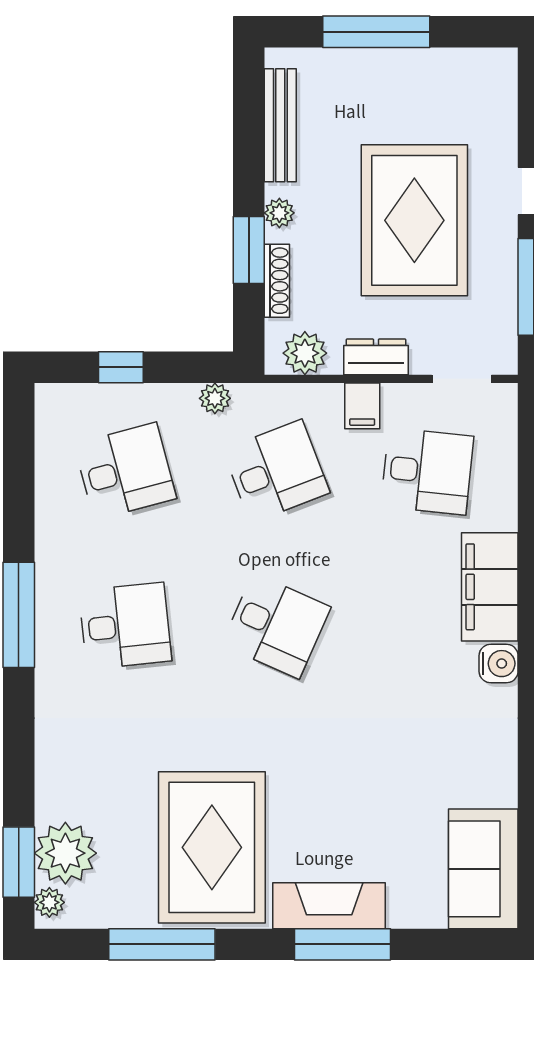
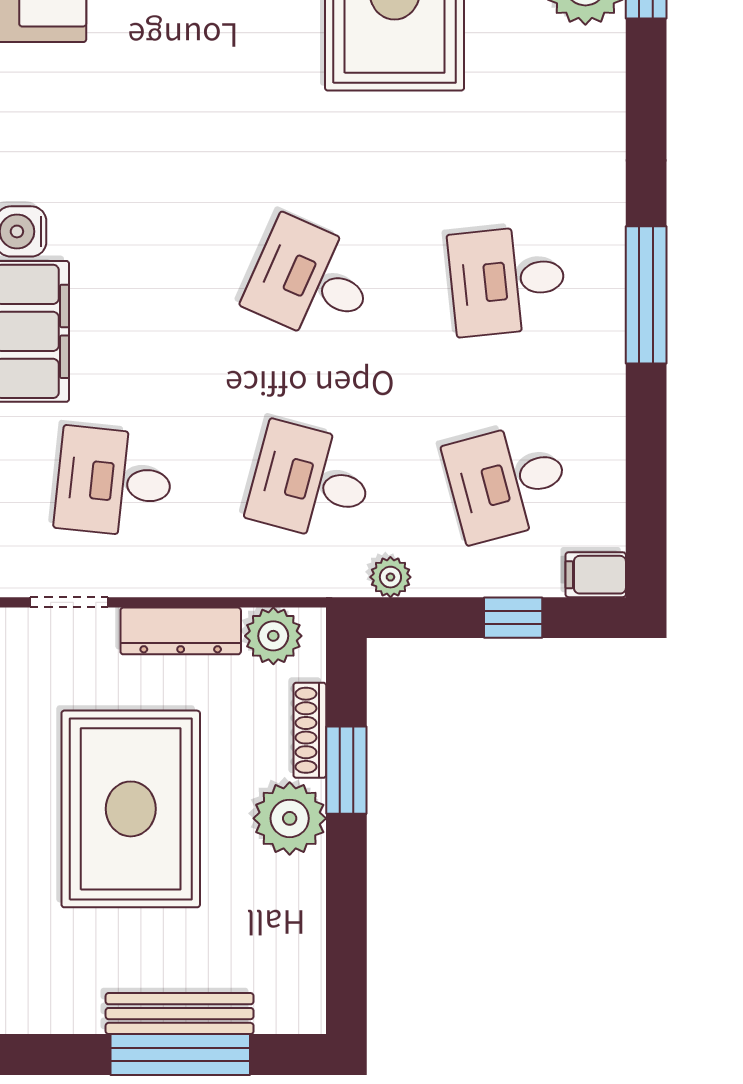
bench: (280, 125) -> (180, 1014), moved, turned 90
plant: (279, 213) -> (290, 818), width x1.88, depth x1.88
dresser: (376, 357) -> (181, 631), width x1.44
filing cabinet: (362, 406) -> (596, 575), moved, turned -90
desk: (276, 471) -> (311, 482), turned 36

